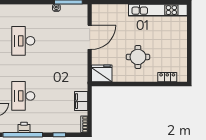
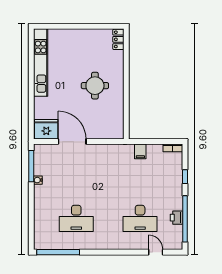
fridge: (102, 73) -> (46, 129), moved, turned 90
locker: (167, 77) -> (118, 39), moved
filing cabinet: (81, 101) -> (140, 151), width x0.50

